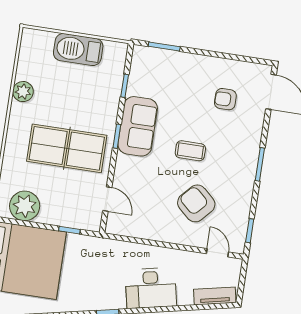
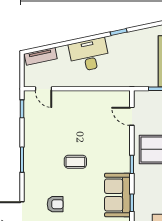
sofa: (138, 126) -> (117, 195), moved
armchair: (196, 203) -> (65, 123), removed

